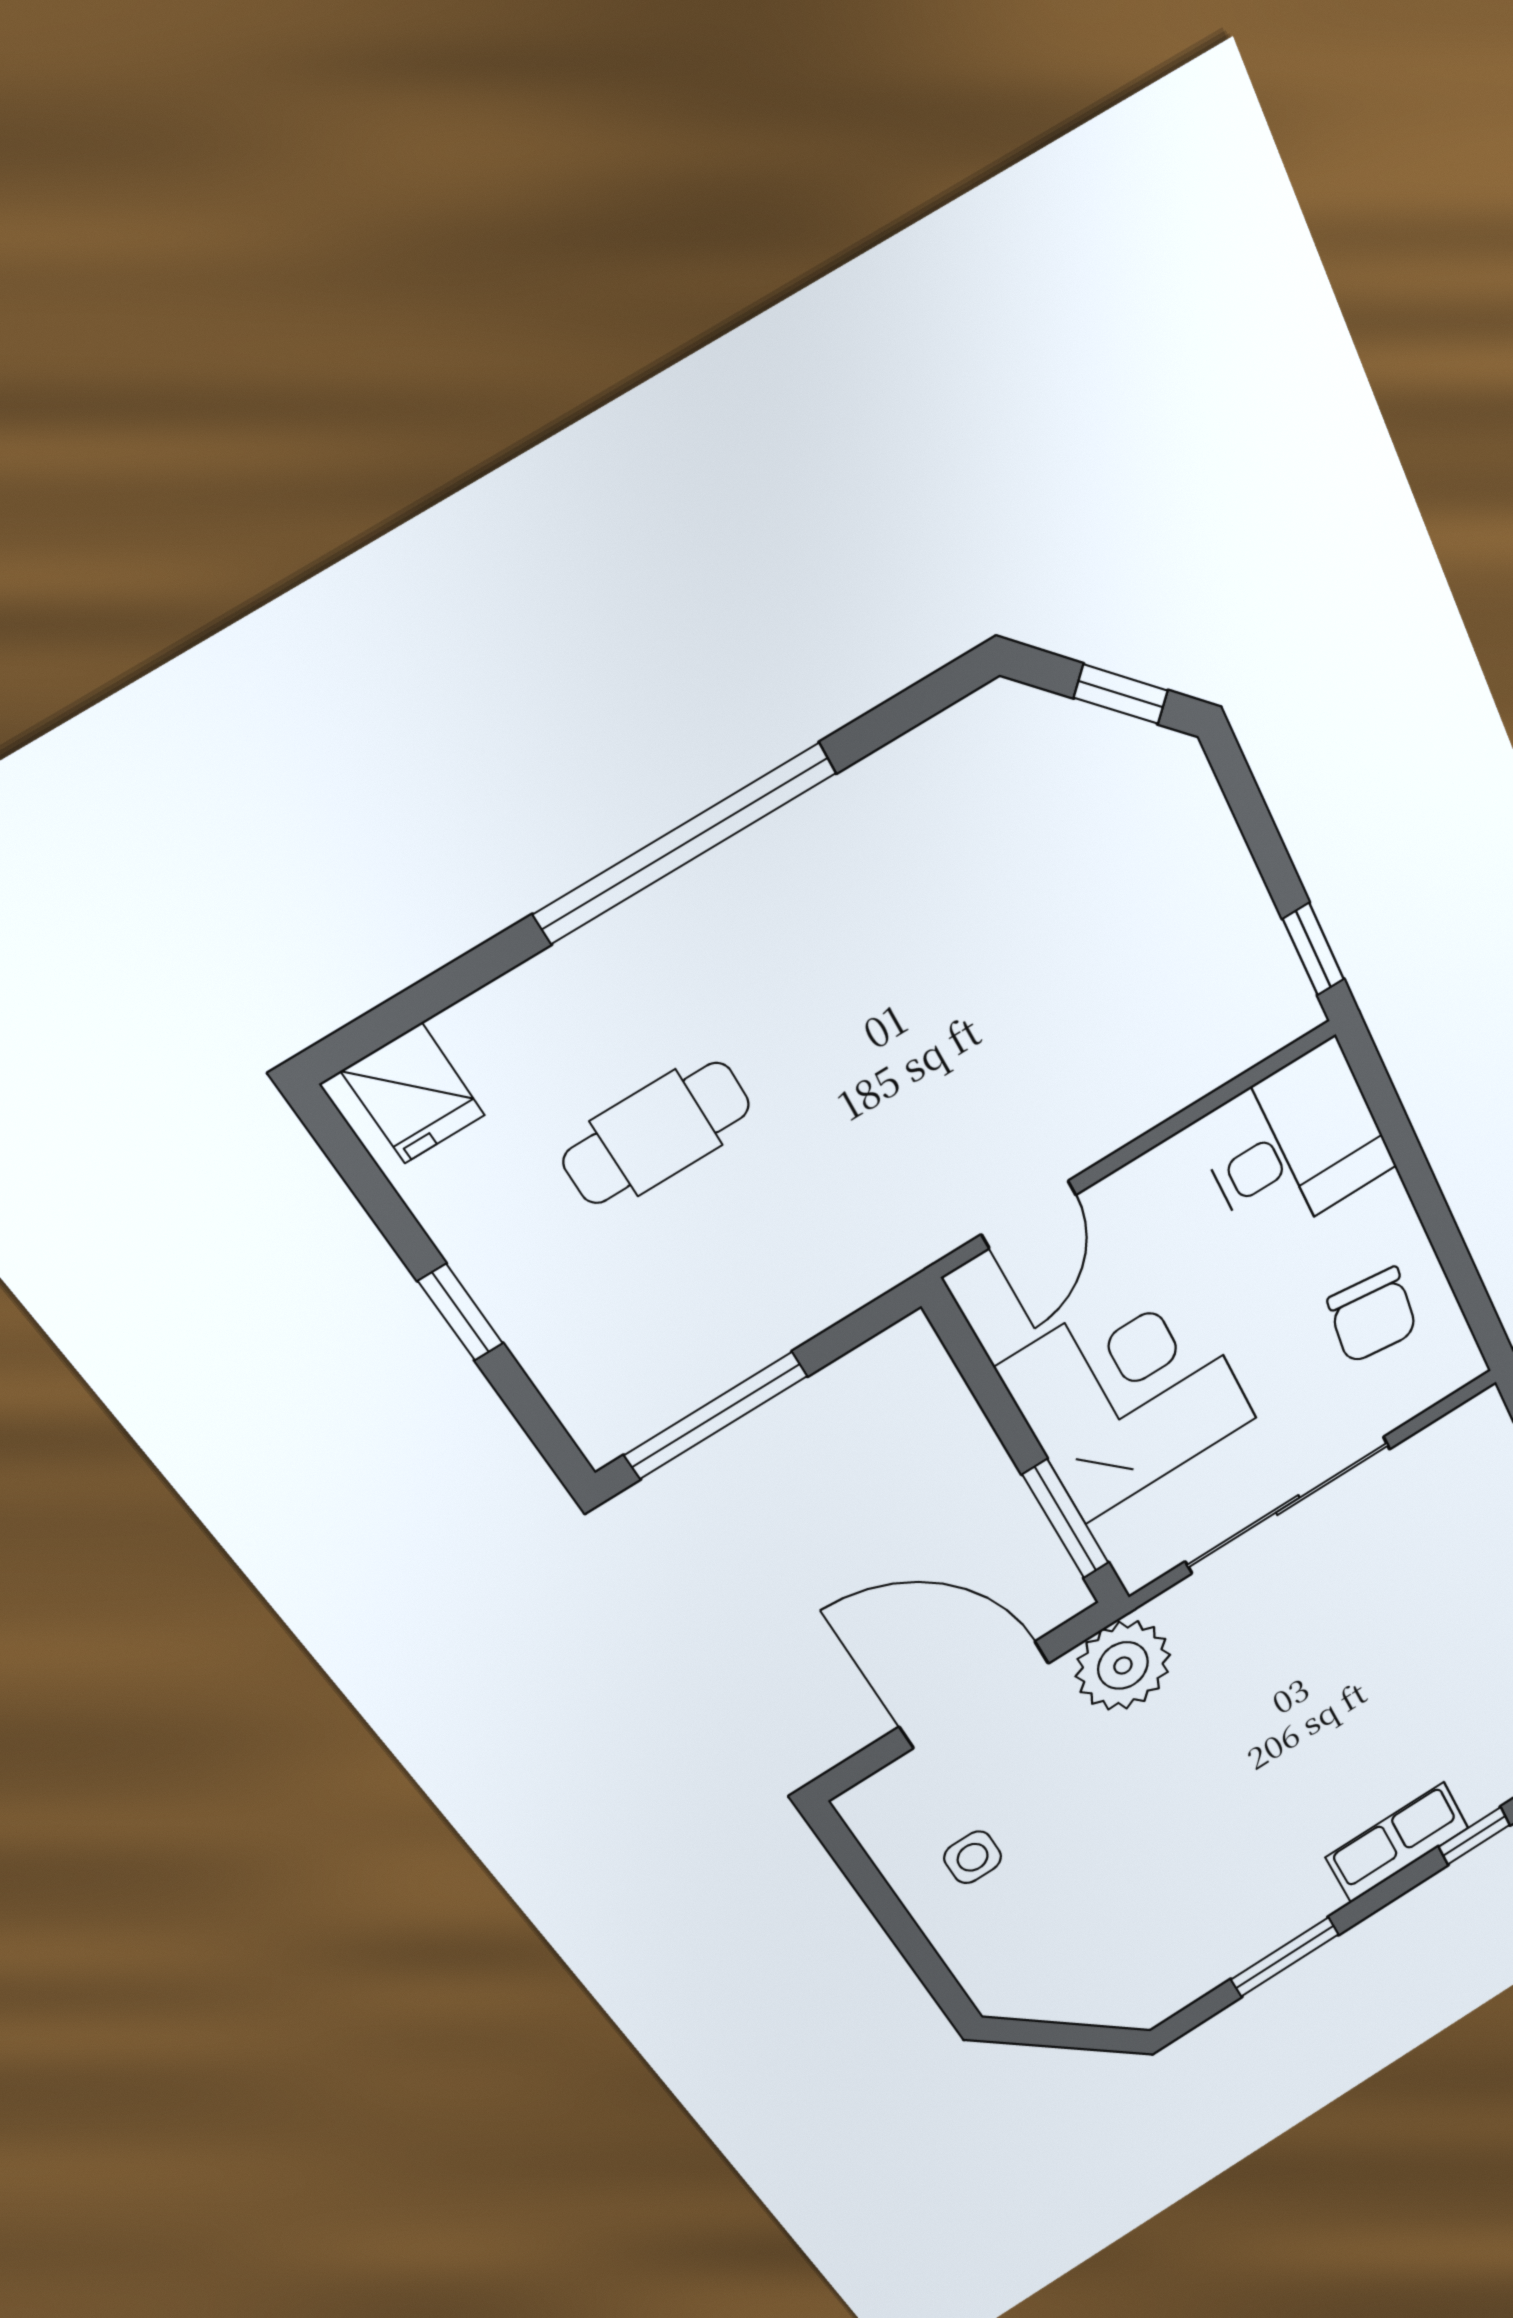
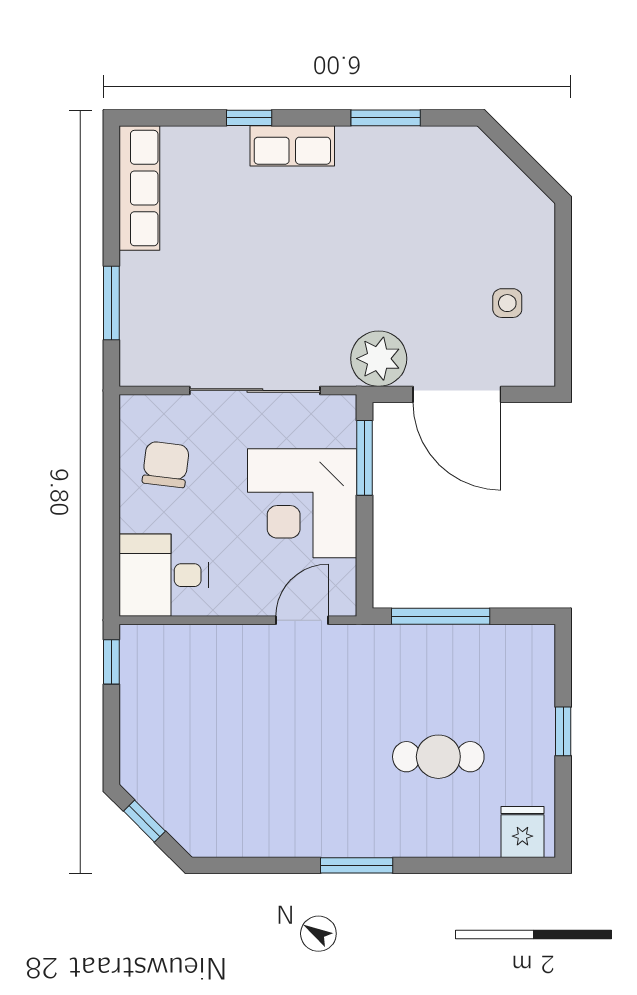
window: (685, 843) -> (357, 865), width x0.47
window: (716, 1416) -> (441, 616), moved

